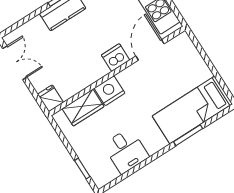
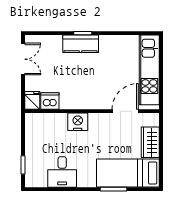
dishwasher: (116, 58) -> (50, 101), moved
wardrobe: (83, 108) -> (150, 142), moved, turned 90

